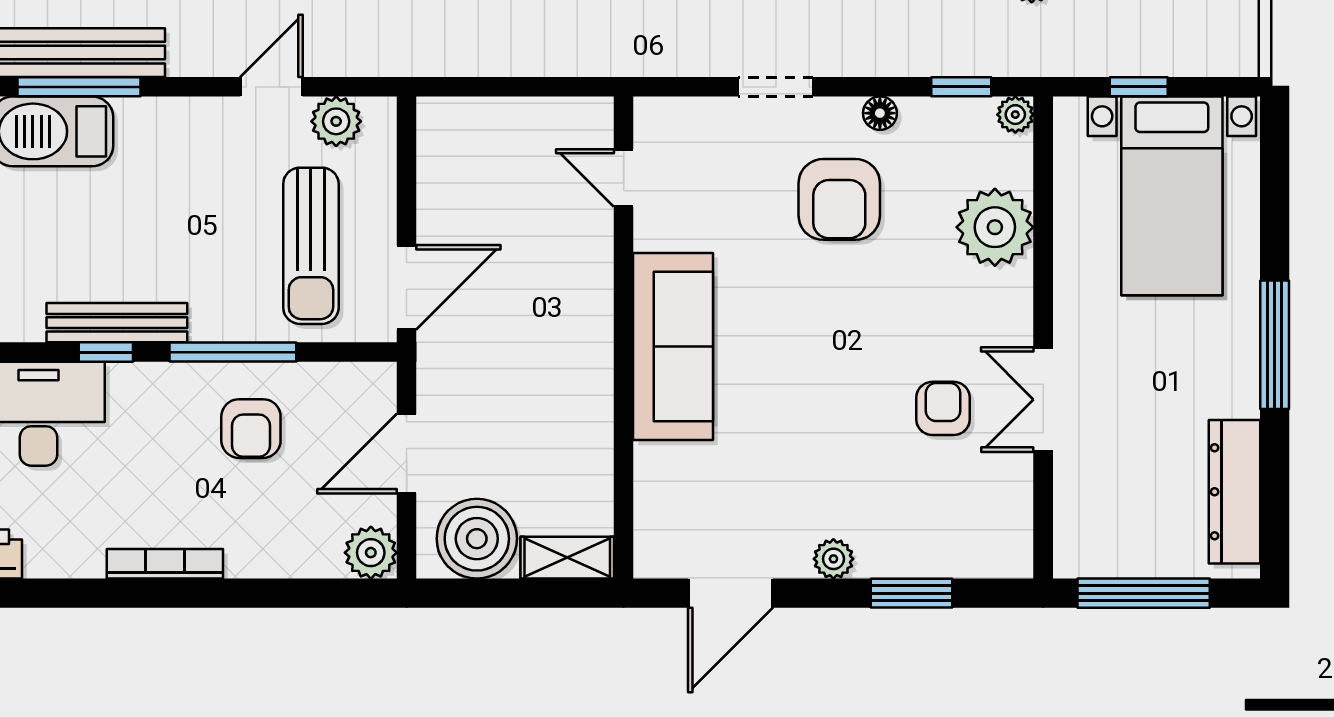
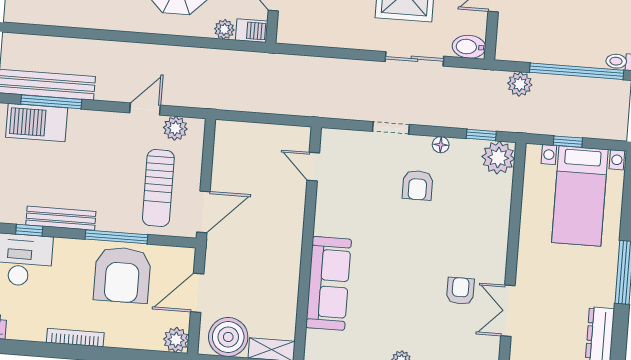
plant: (1015, 115) -> (498, 158), width x1.88, depth x1.88
armchair: (839, 199) -> (418, 185), width x0.72, depth x0.72
plant: (995, 227) -> (492, 205), removed
sofa: (673, 346) -> (329, 283), moved
window: (106, 352) -> (29, 230), moved
double door: (1043, 400) -> (508, 311), moved
armchair: (251, 429) -> (122, 275), width x1.88, depth x1.88

